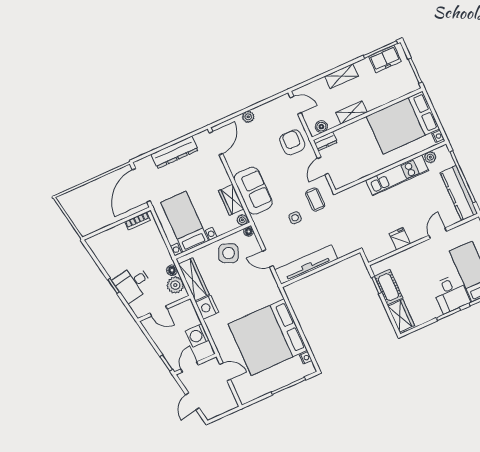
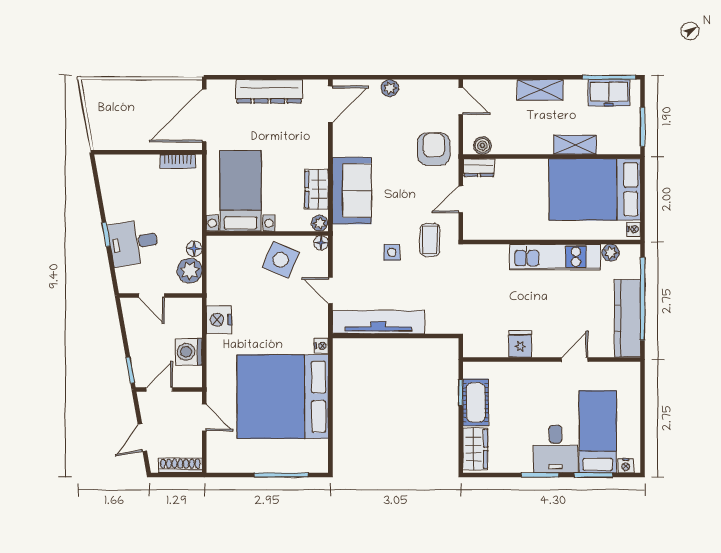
shelving: (351, 112) -> (575, 145), moved
wardrobe: (194, 279) -> (218, 274), removed
nightstand: (306, 358) -> (321, 346), moved
shoe rack: (224, 408) -> (180, 465), added

